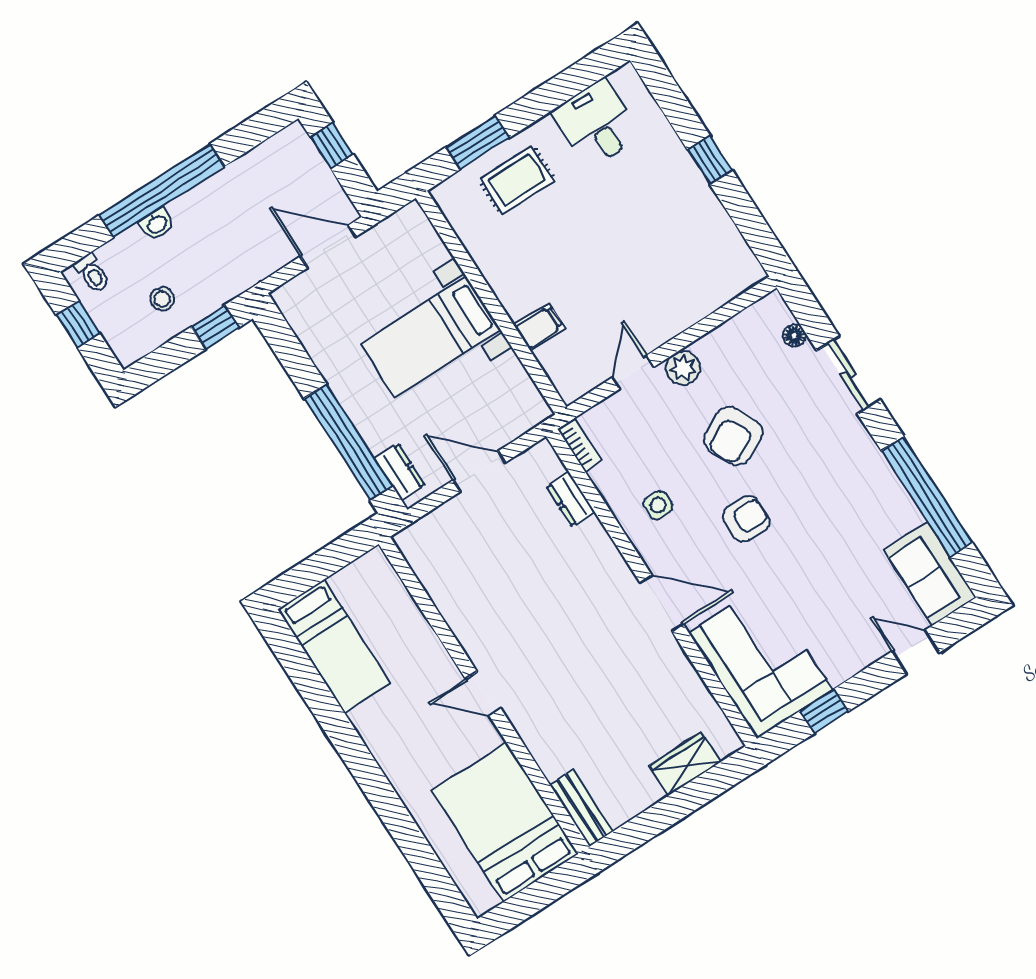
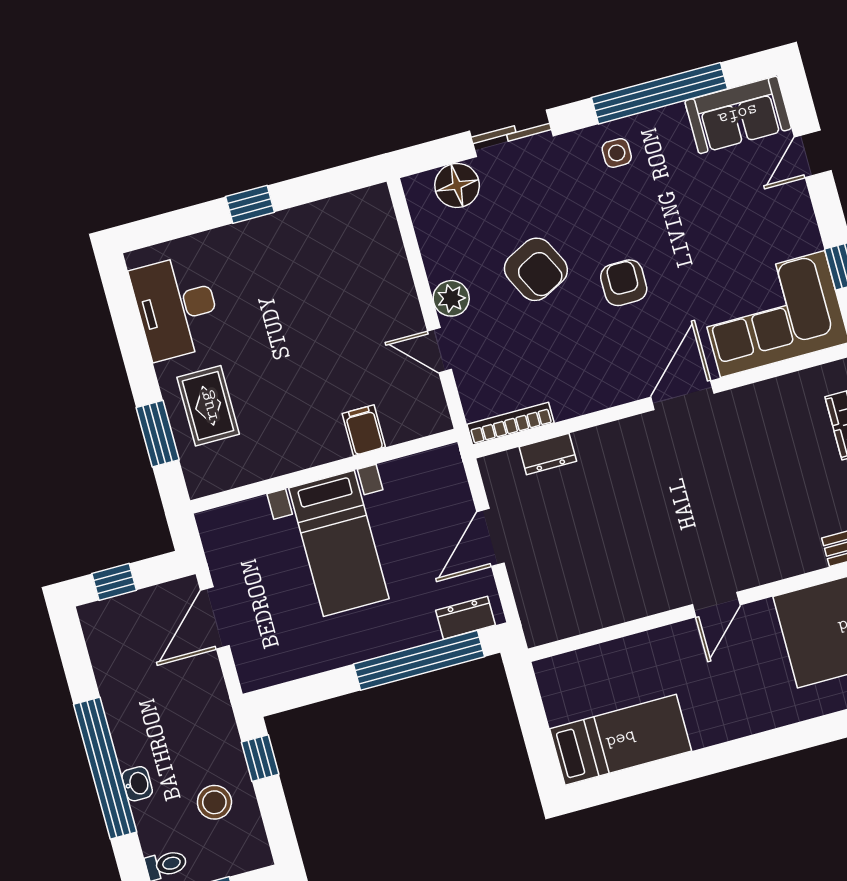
desk: (597, 123) -> (176, 307), width x1.37
stool: (162, 299) -> (214, 802), width x1.37, depth x1.37
floor lamp: (794, 336) -> (457, 185), width x1.89, depth x1.89
bookcase: (579, 445) -> (510, 424), width x1.56
side table: (658, 505) -> (617, 153), moved

